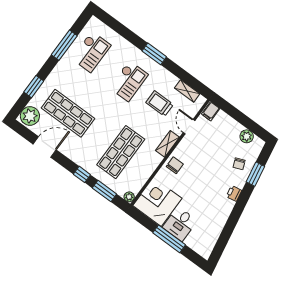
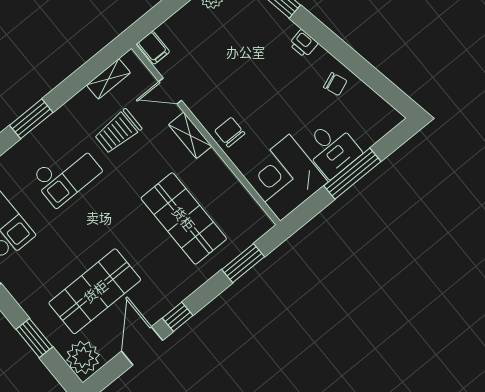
checkout: (129, 81) -> (66, 174), turned 90
chair: (239, 164) -> (335, 84), moved
window: (82, 174) -> (178, 317), moved
plant: (129, 197) -> (264, 224), removed

